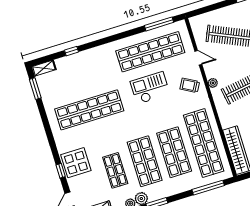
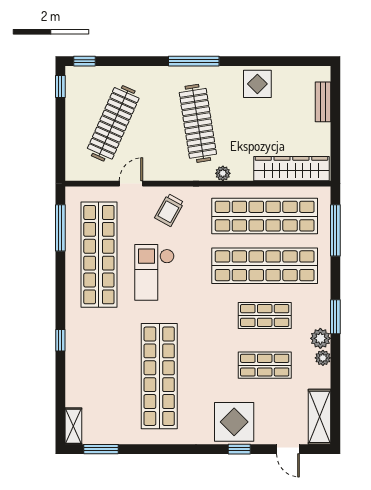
window: (71, 51) -> (60, 340), moved
plant: (213, 83) -> (223, 173), moved
shop shelf: (174, 152) -> (265, 266), width x1.40
shop shelf: (145, 161) -> (265, 315), width x0.70, depth x0.74

